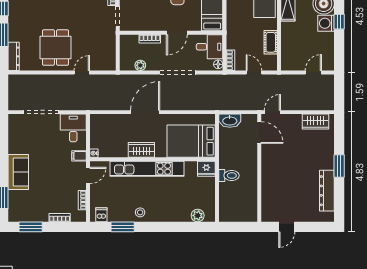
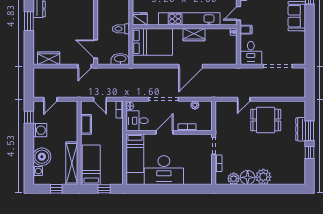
window: (339, 22) -> (29, 117), moved
washing machine: (326, 23) -> (40, 130), moved
dining table: (55, 48) -> (266, 120), turned 90
dresser: (14, 56) -> (301, 129), moved
toilet: (229, 175) -> (121, 29), moved

